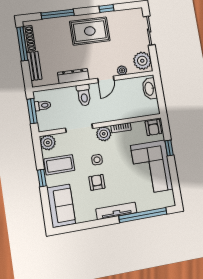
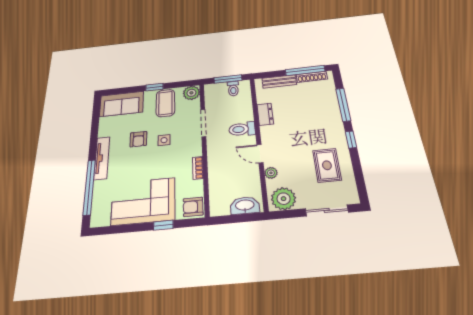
window: (106, 8) -> (351, 140), moved
rug: (90, 31) -> (327, 165), moved, width x0.73, depth x0.70
dresser: (73, 76) -> (265, 114), width x0.70
plant: (104, 134) -> (193, 148), removed
armchair: (97, 182) -> (138, 139), turned 90

